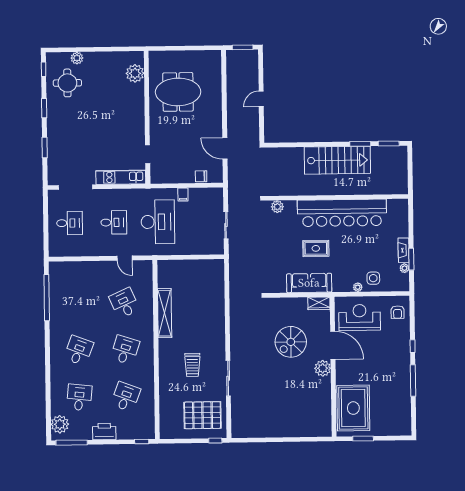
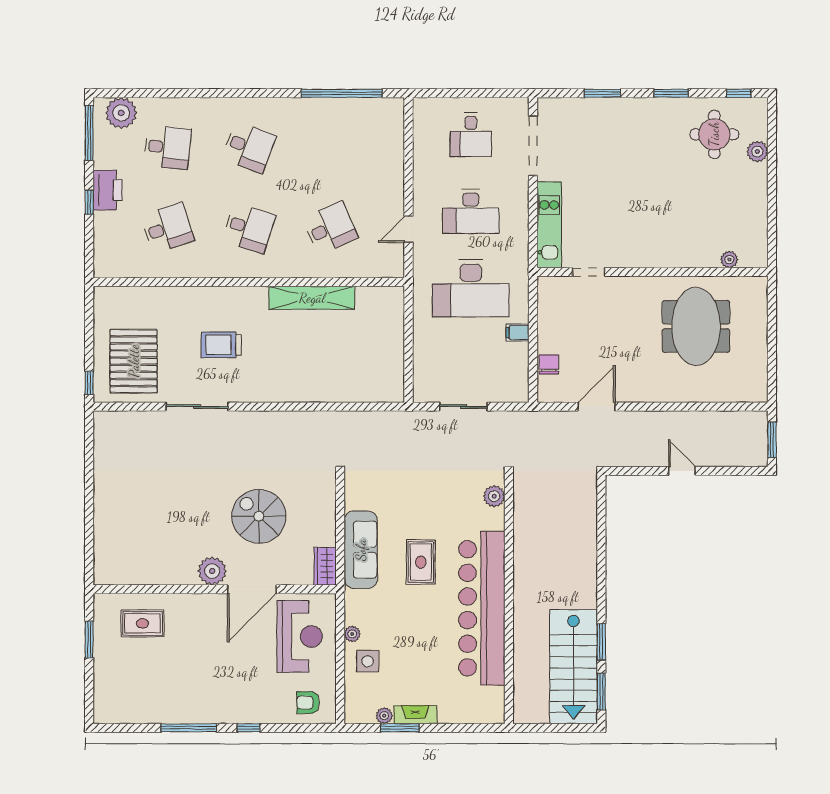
plant: (135, 73) -> (729, 260), width x0.53, depth x0.53
stairs: (337, 160) -> (573, 667), moved
desk: (114, 222) -> (471, 212), width x1.37
desk: (126, 397) -> (167, 228), turned -39
rug: (353, 408) -> (142, 623), width x0.54, depth x0.49
window: (142, 442) -> (89, 202), moved

